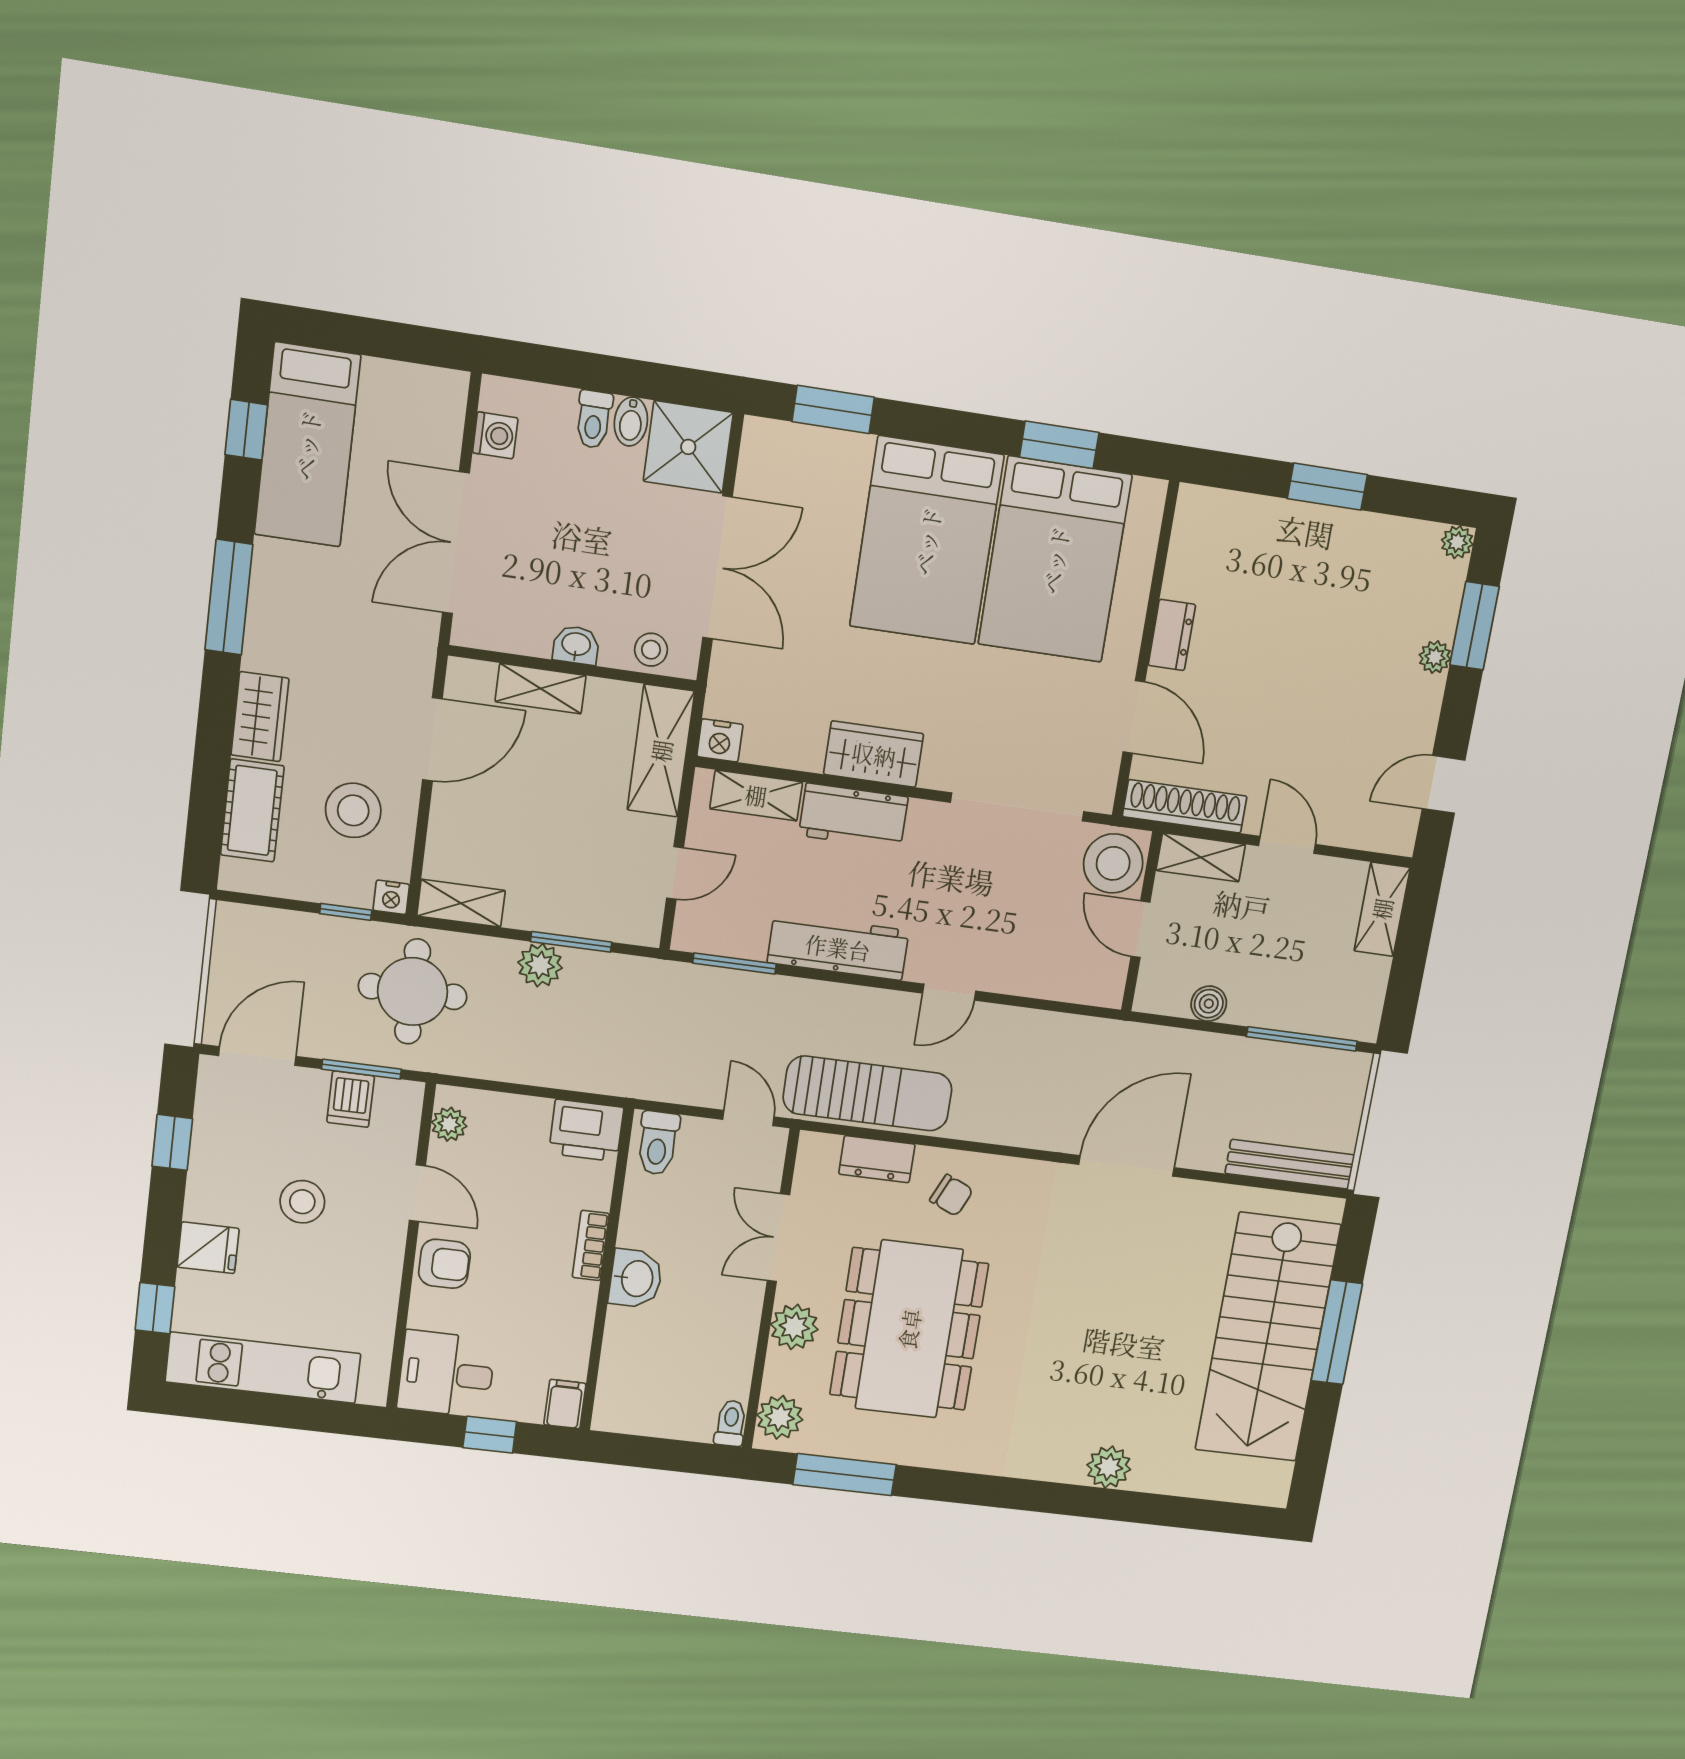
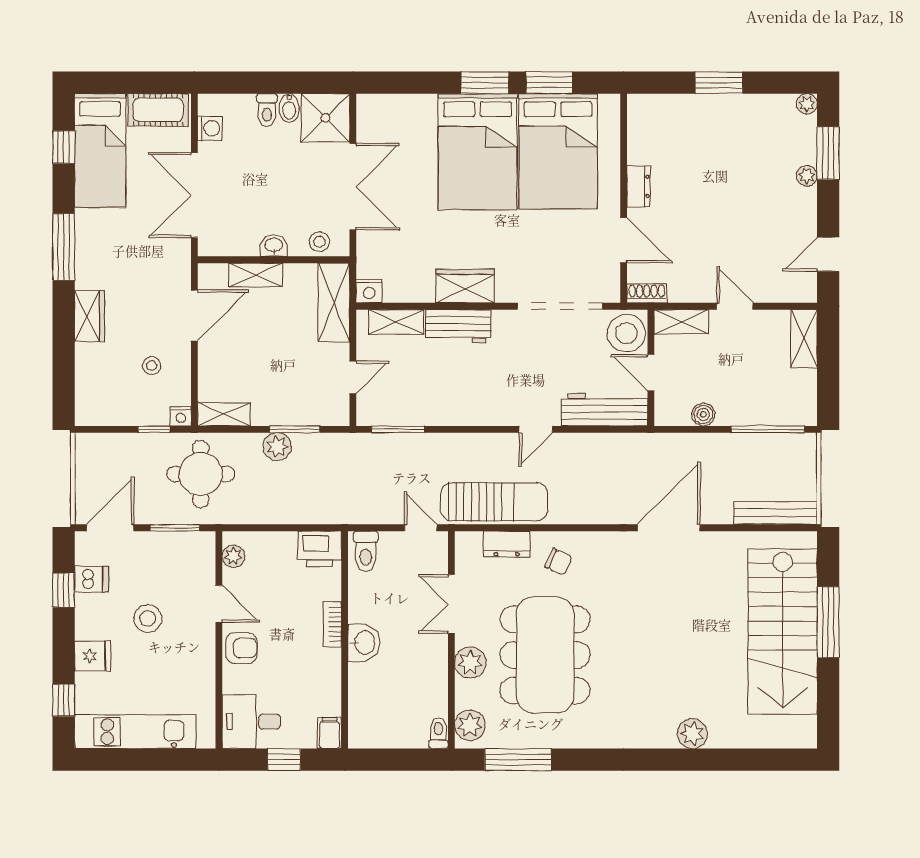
window: (833, 409) -> (485, 83), moved
shoe rack: (1185, 806) -> (647, 293), width x0.51, depth x0.81
cot: (252, 810) -> (158, 110), moved, turned 90
stool: (353, 810) -> (152, 366), width x0.53, depth x0.53
workbench: (838, 947) -> (604, 410), moved
dishwasher: (351, 1099) -> (91, 579), moved, turned -90

